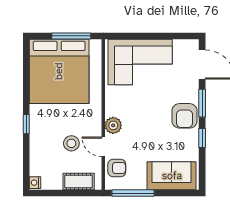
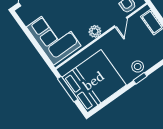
plant: (113, 125) -> (95, 31), moved
stool: (71, 143) -> (138, 67), moved

